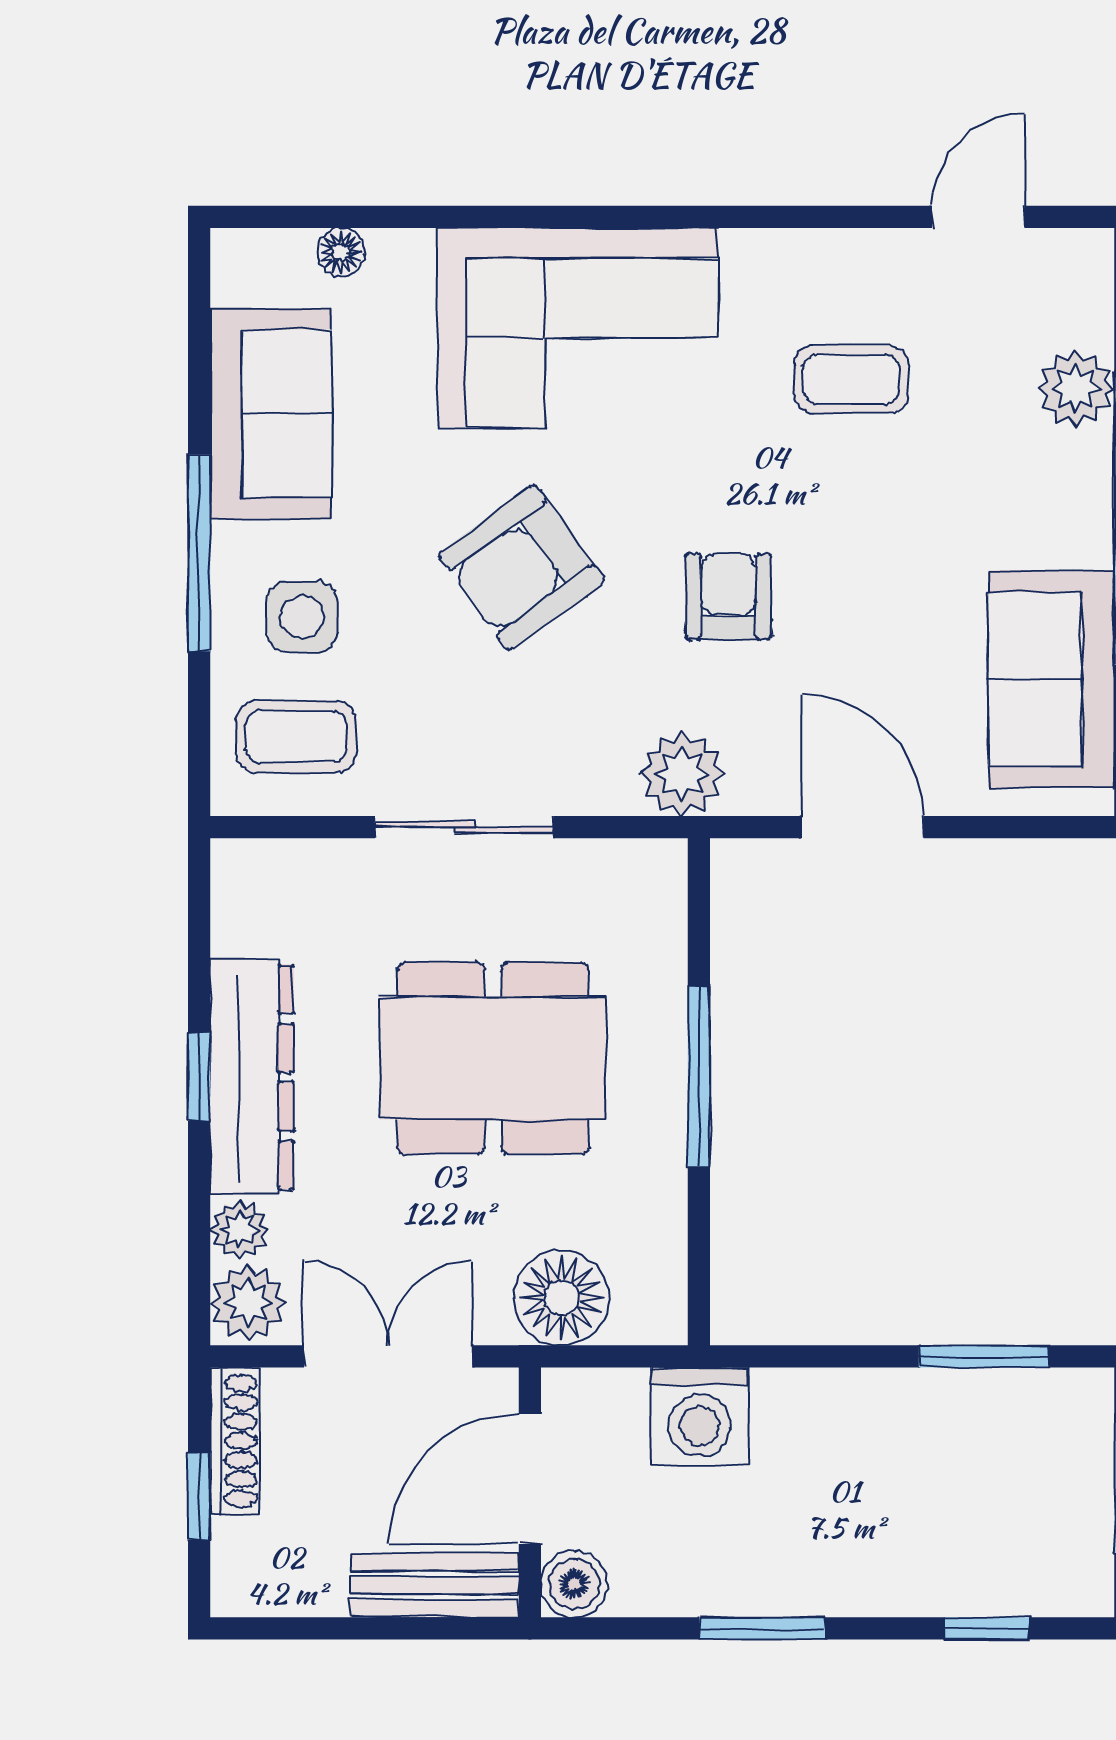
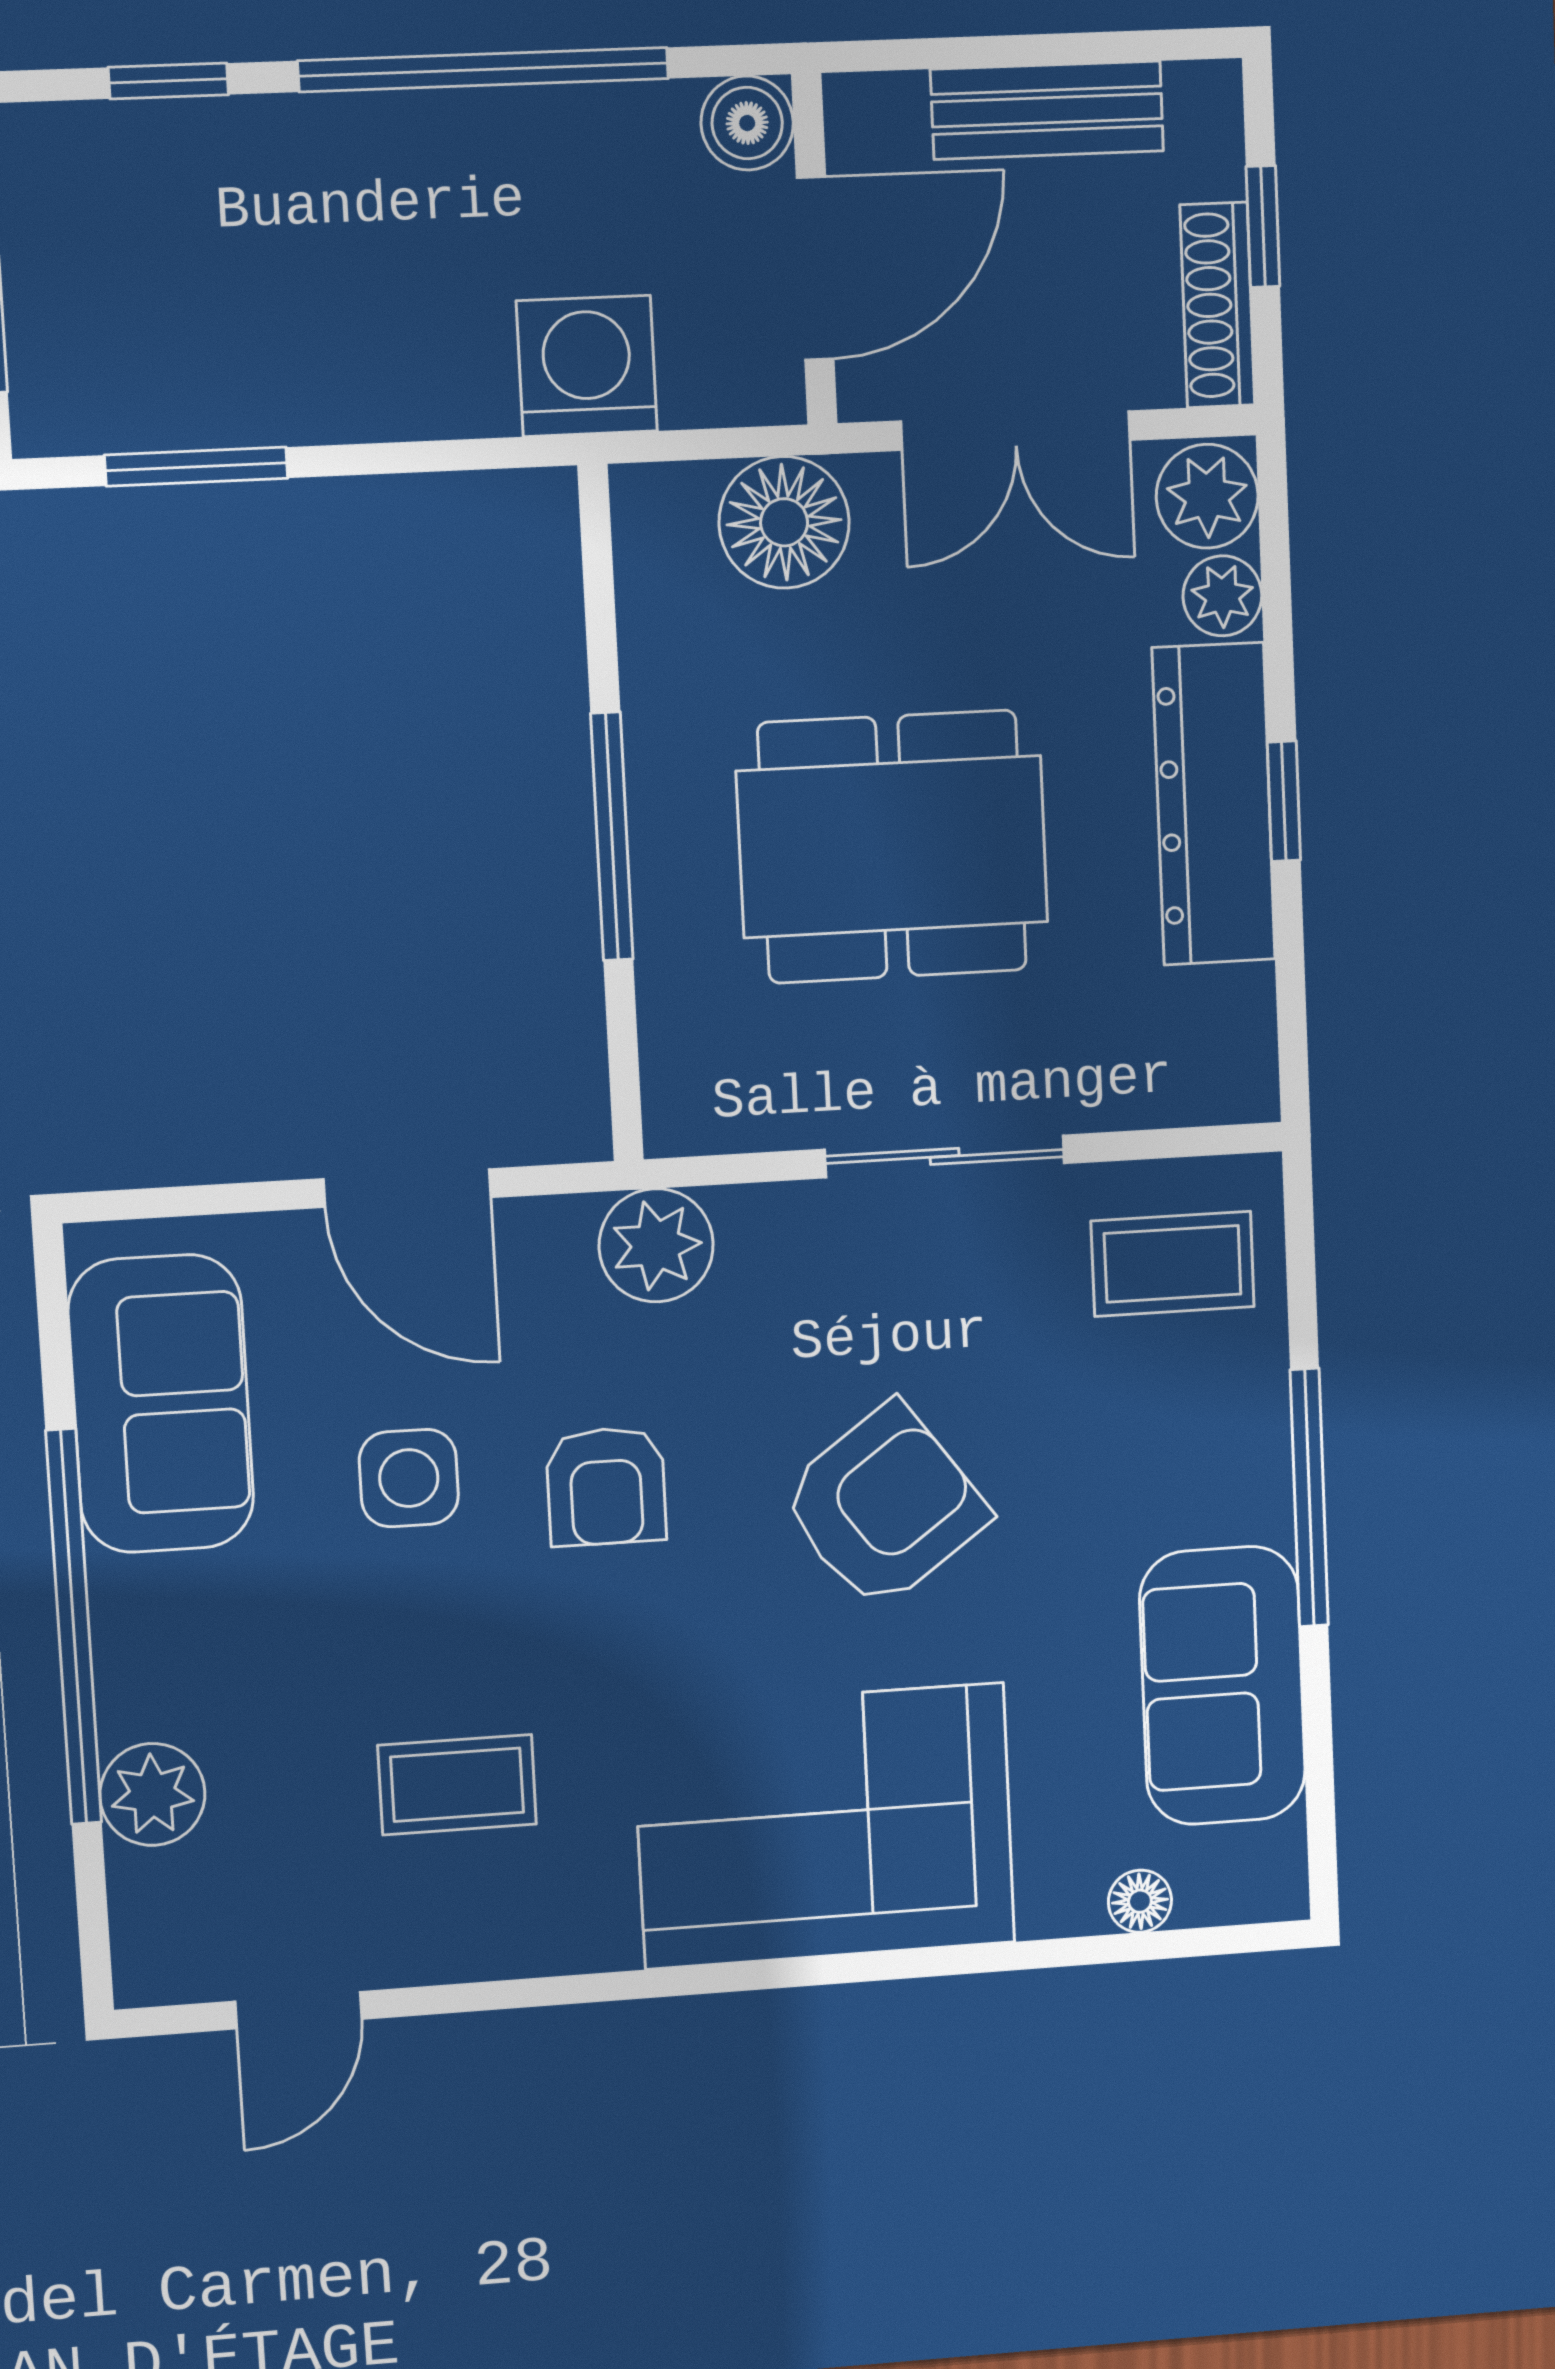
side table: (302, 617) -> (409, 1478), moved
bench: (435, 1585) -> (1047, 110), moved
window: (762, 1628) -> (484, 70), width x2.11

